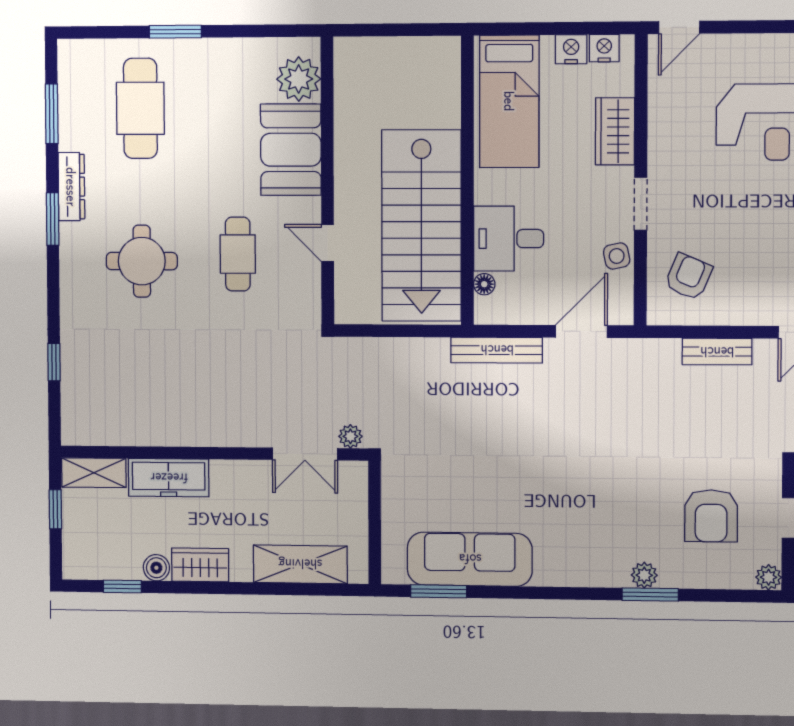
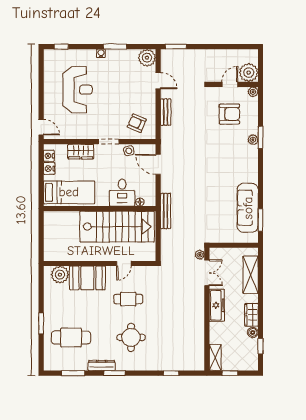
bench: (497, 350) -> (166, 211), moved
freezer: (169, 478) -> (217, 305), moved

